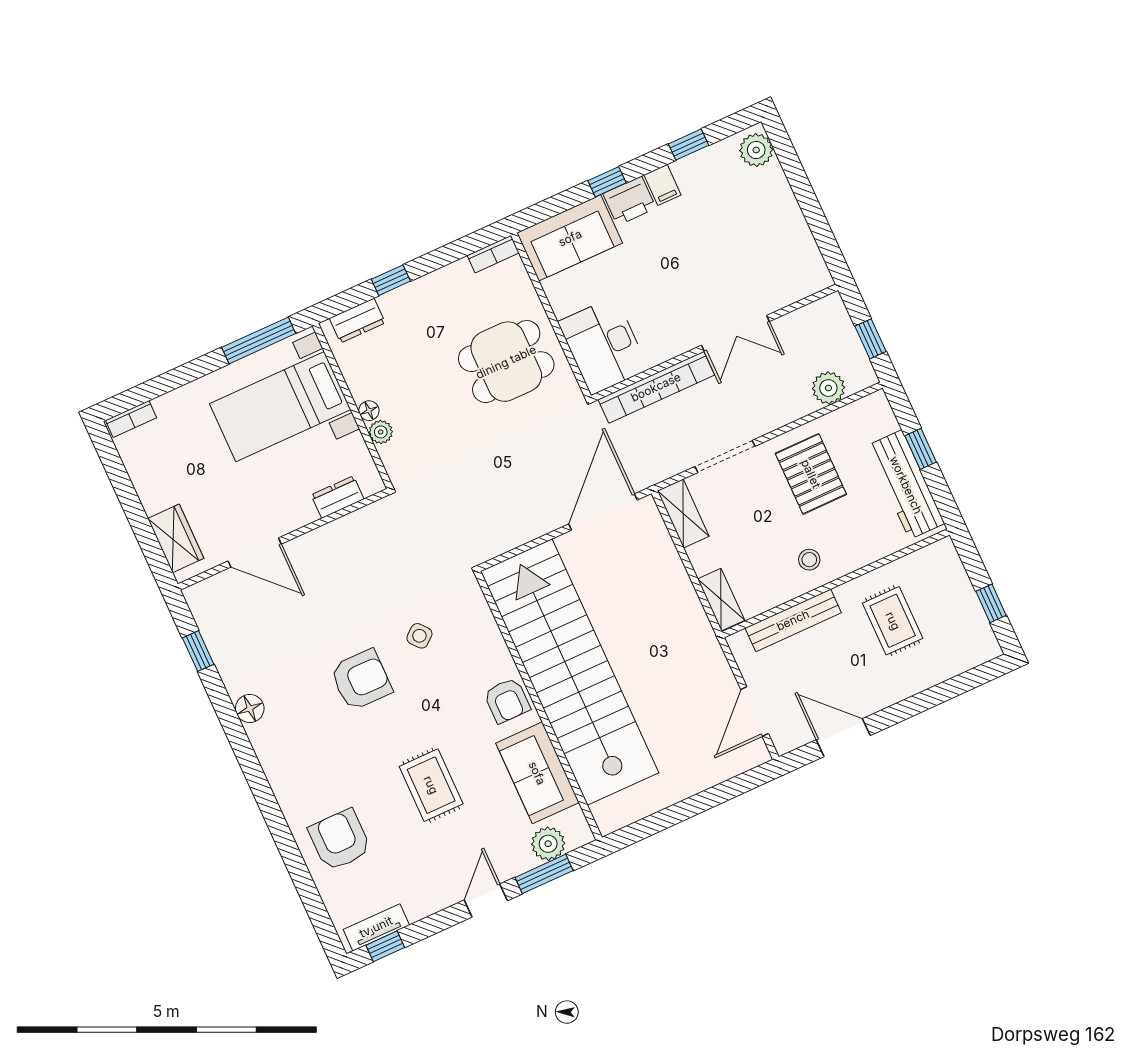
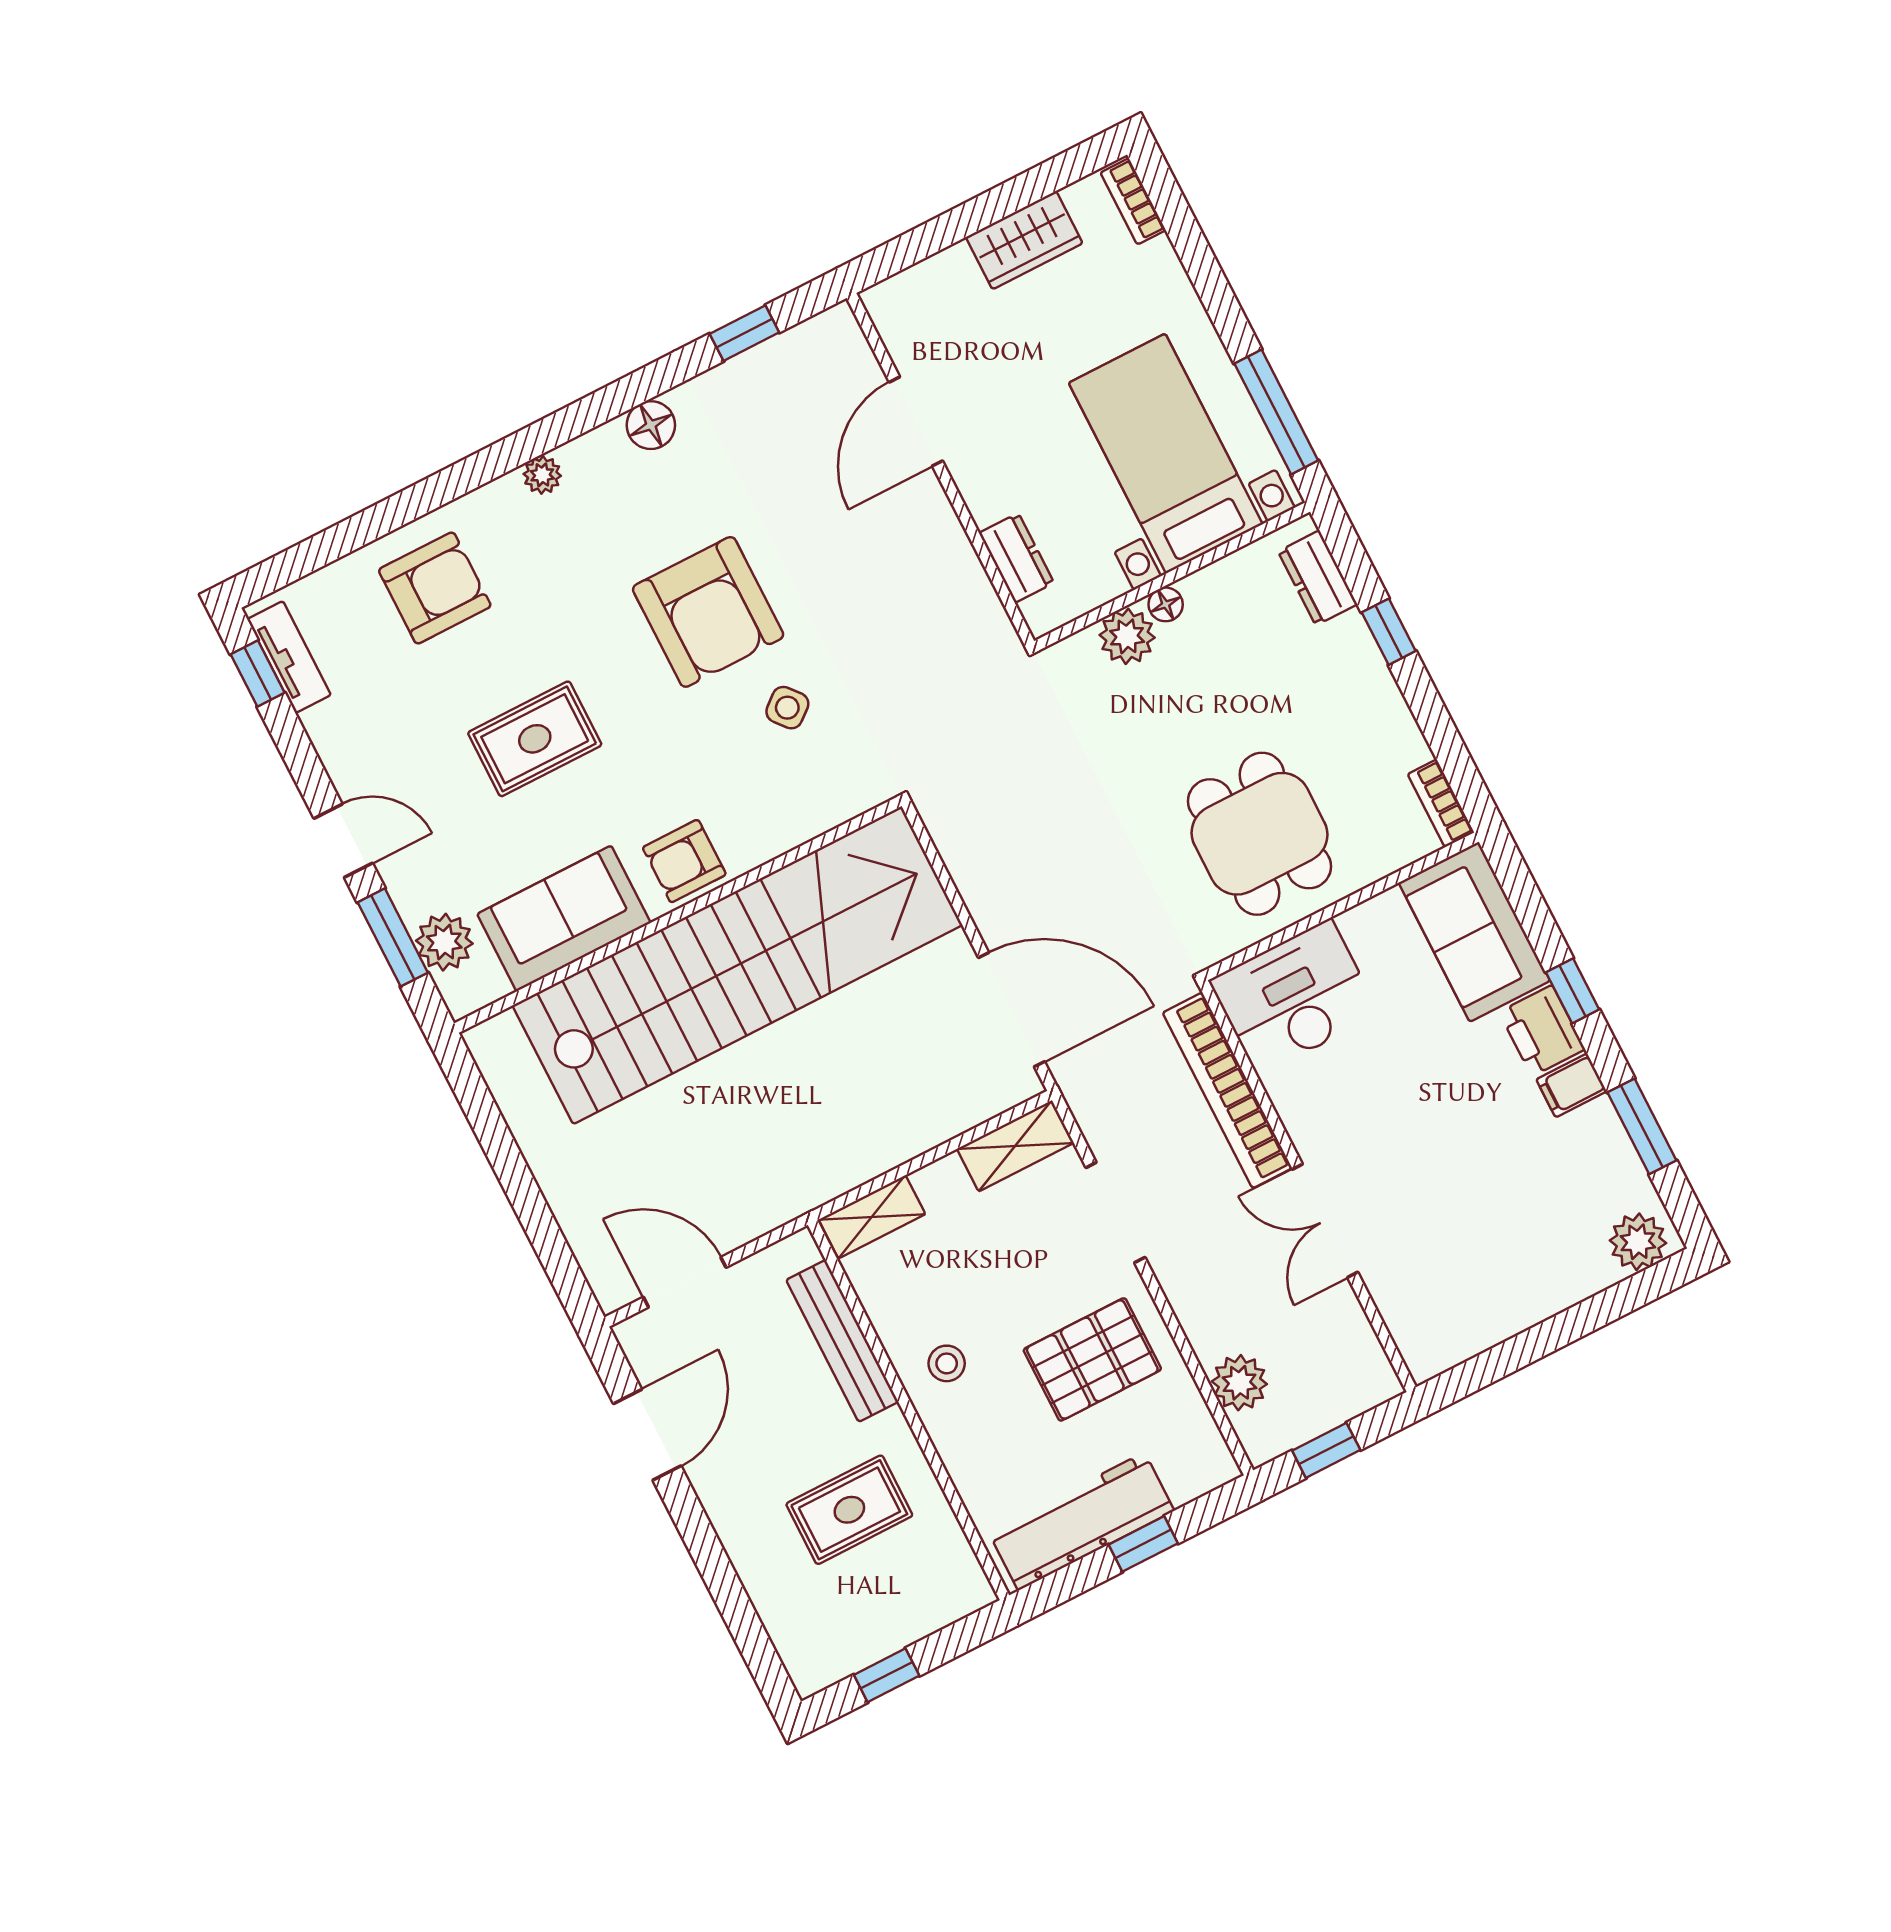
window: (688, 145) -> (1642, 1126), width x1.50
plant: (381, 432) -> (1127, 636), width x1.38, depth x1.38
wardrobe: (176, 538) -> (1024, 240), moved
armchair: (361, 680) -> (708, 612), width x1.36, depth x1.36
plant: (276, 774) -> (542, 475), added

